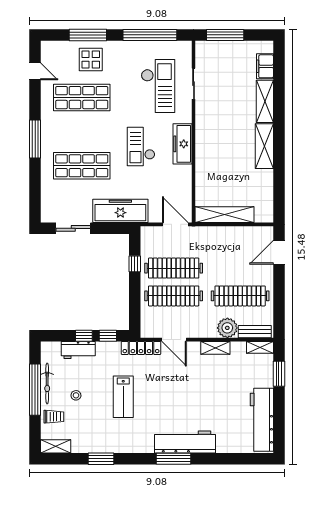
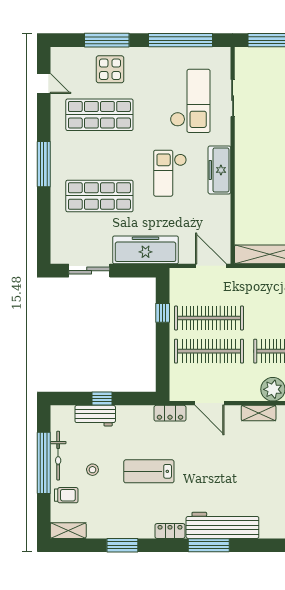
window: (108, 336) -> (131, 399), removed
locker: (141, 348) -> (170, 413), width x0.66
lab bench: (123, 397) -> (149, 471), turned 90
locker: (141, 447) -> (170, 531), added

